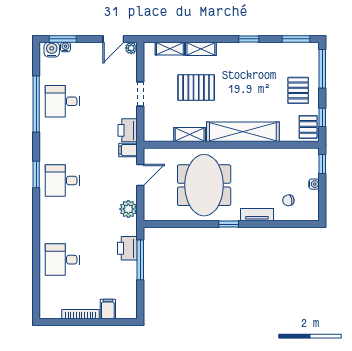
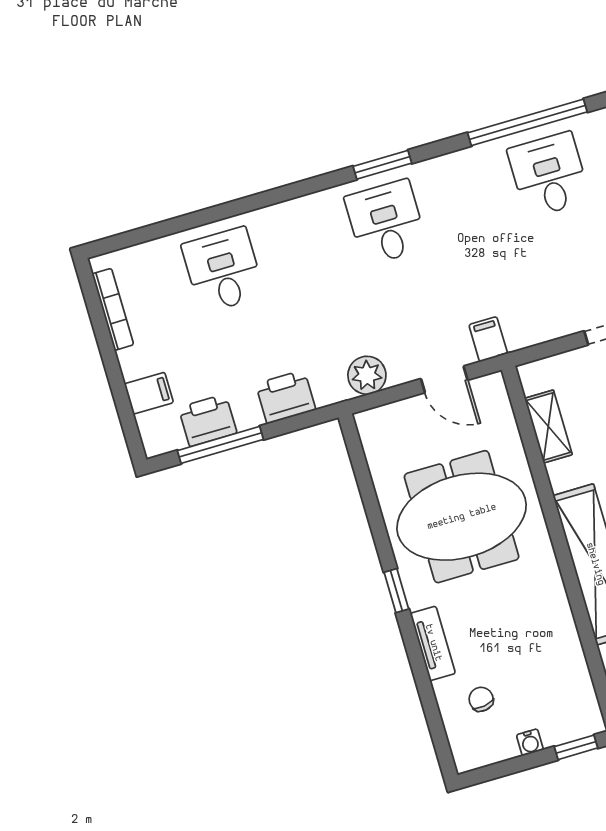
printer: (128, 130) -> (208, 420), moved
shelving: (190, 134) -> (548, 426), moved
window: (140, 260) -> (220, 445), moved
bookcase: (81, 314) -> (113, 309), moved

